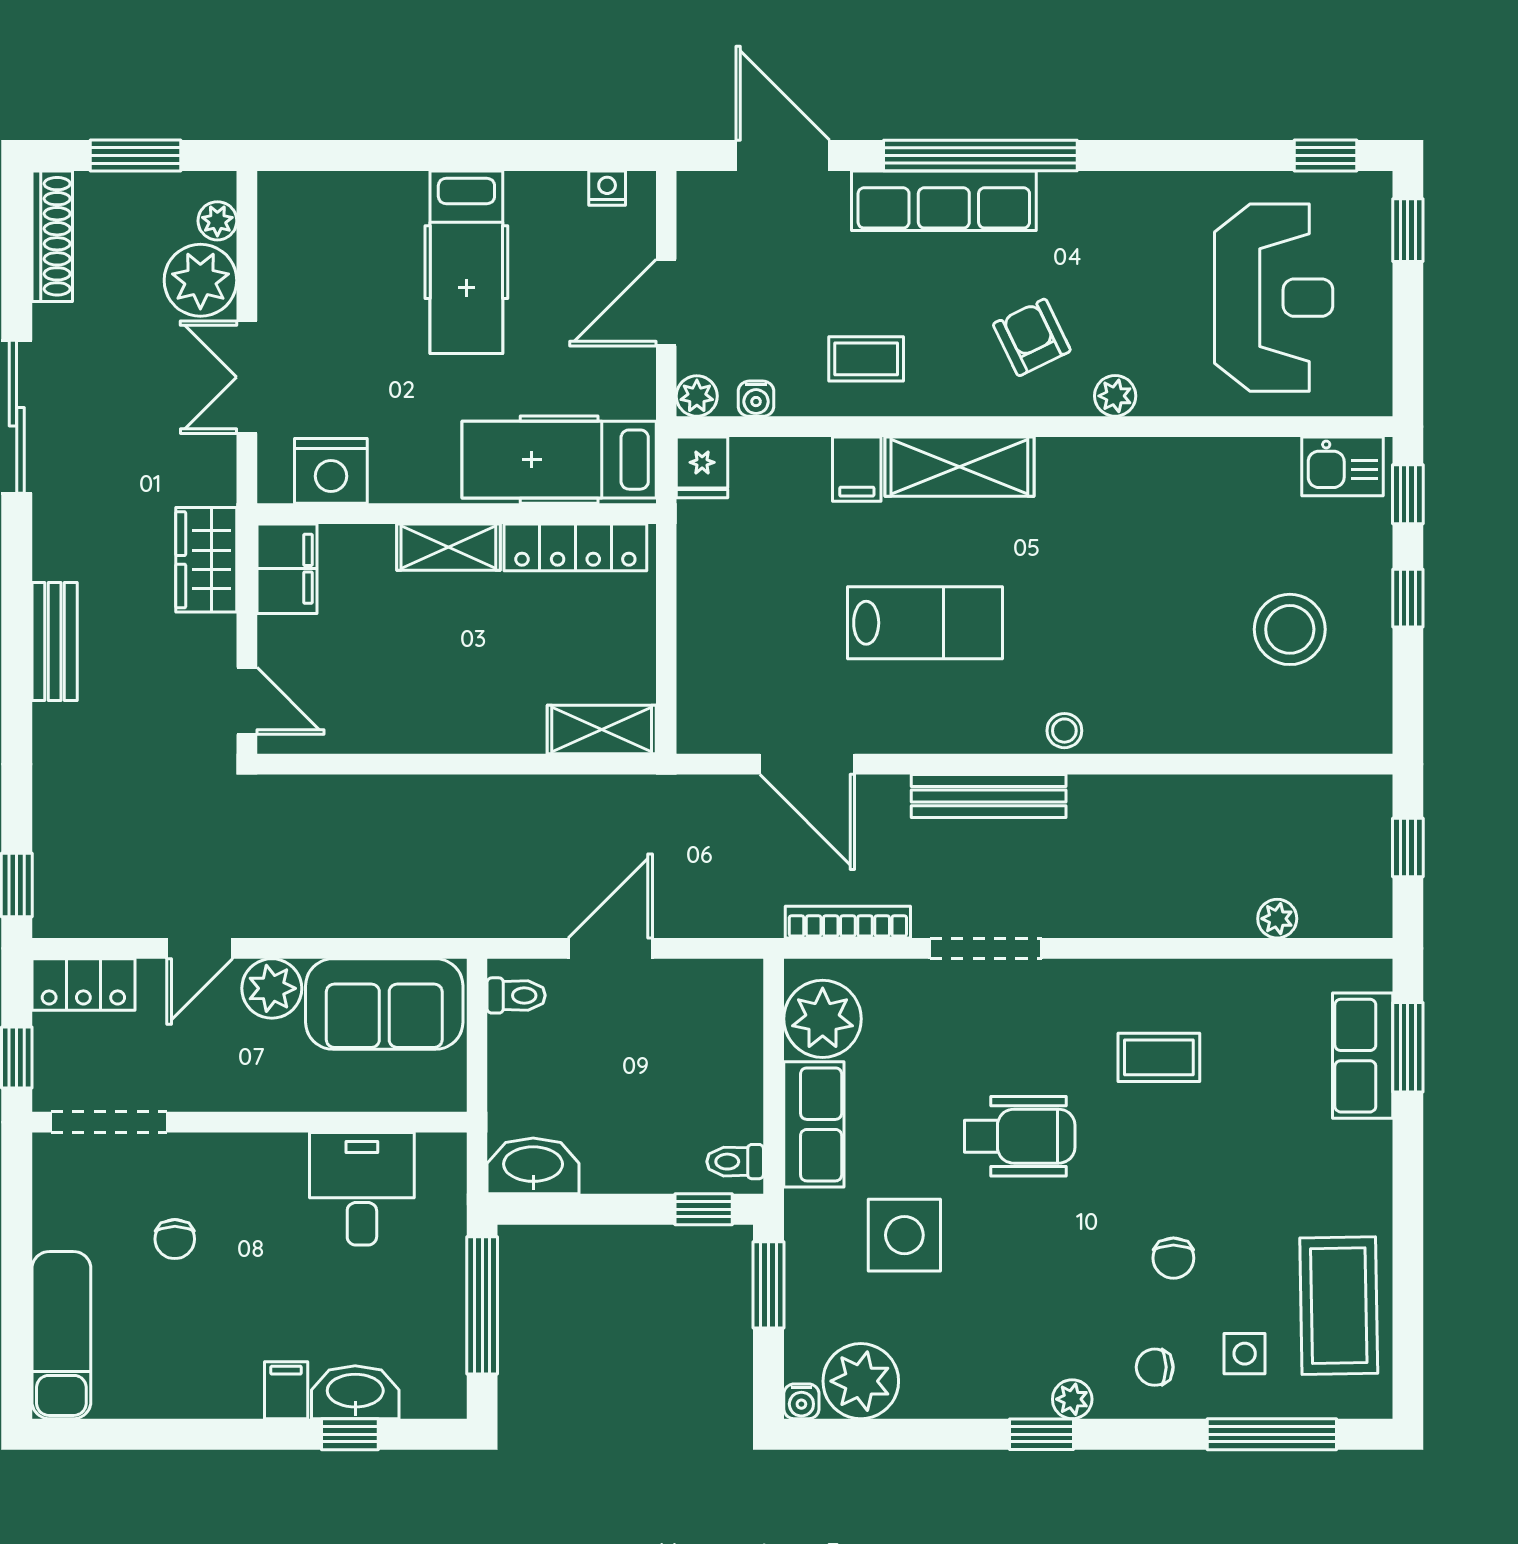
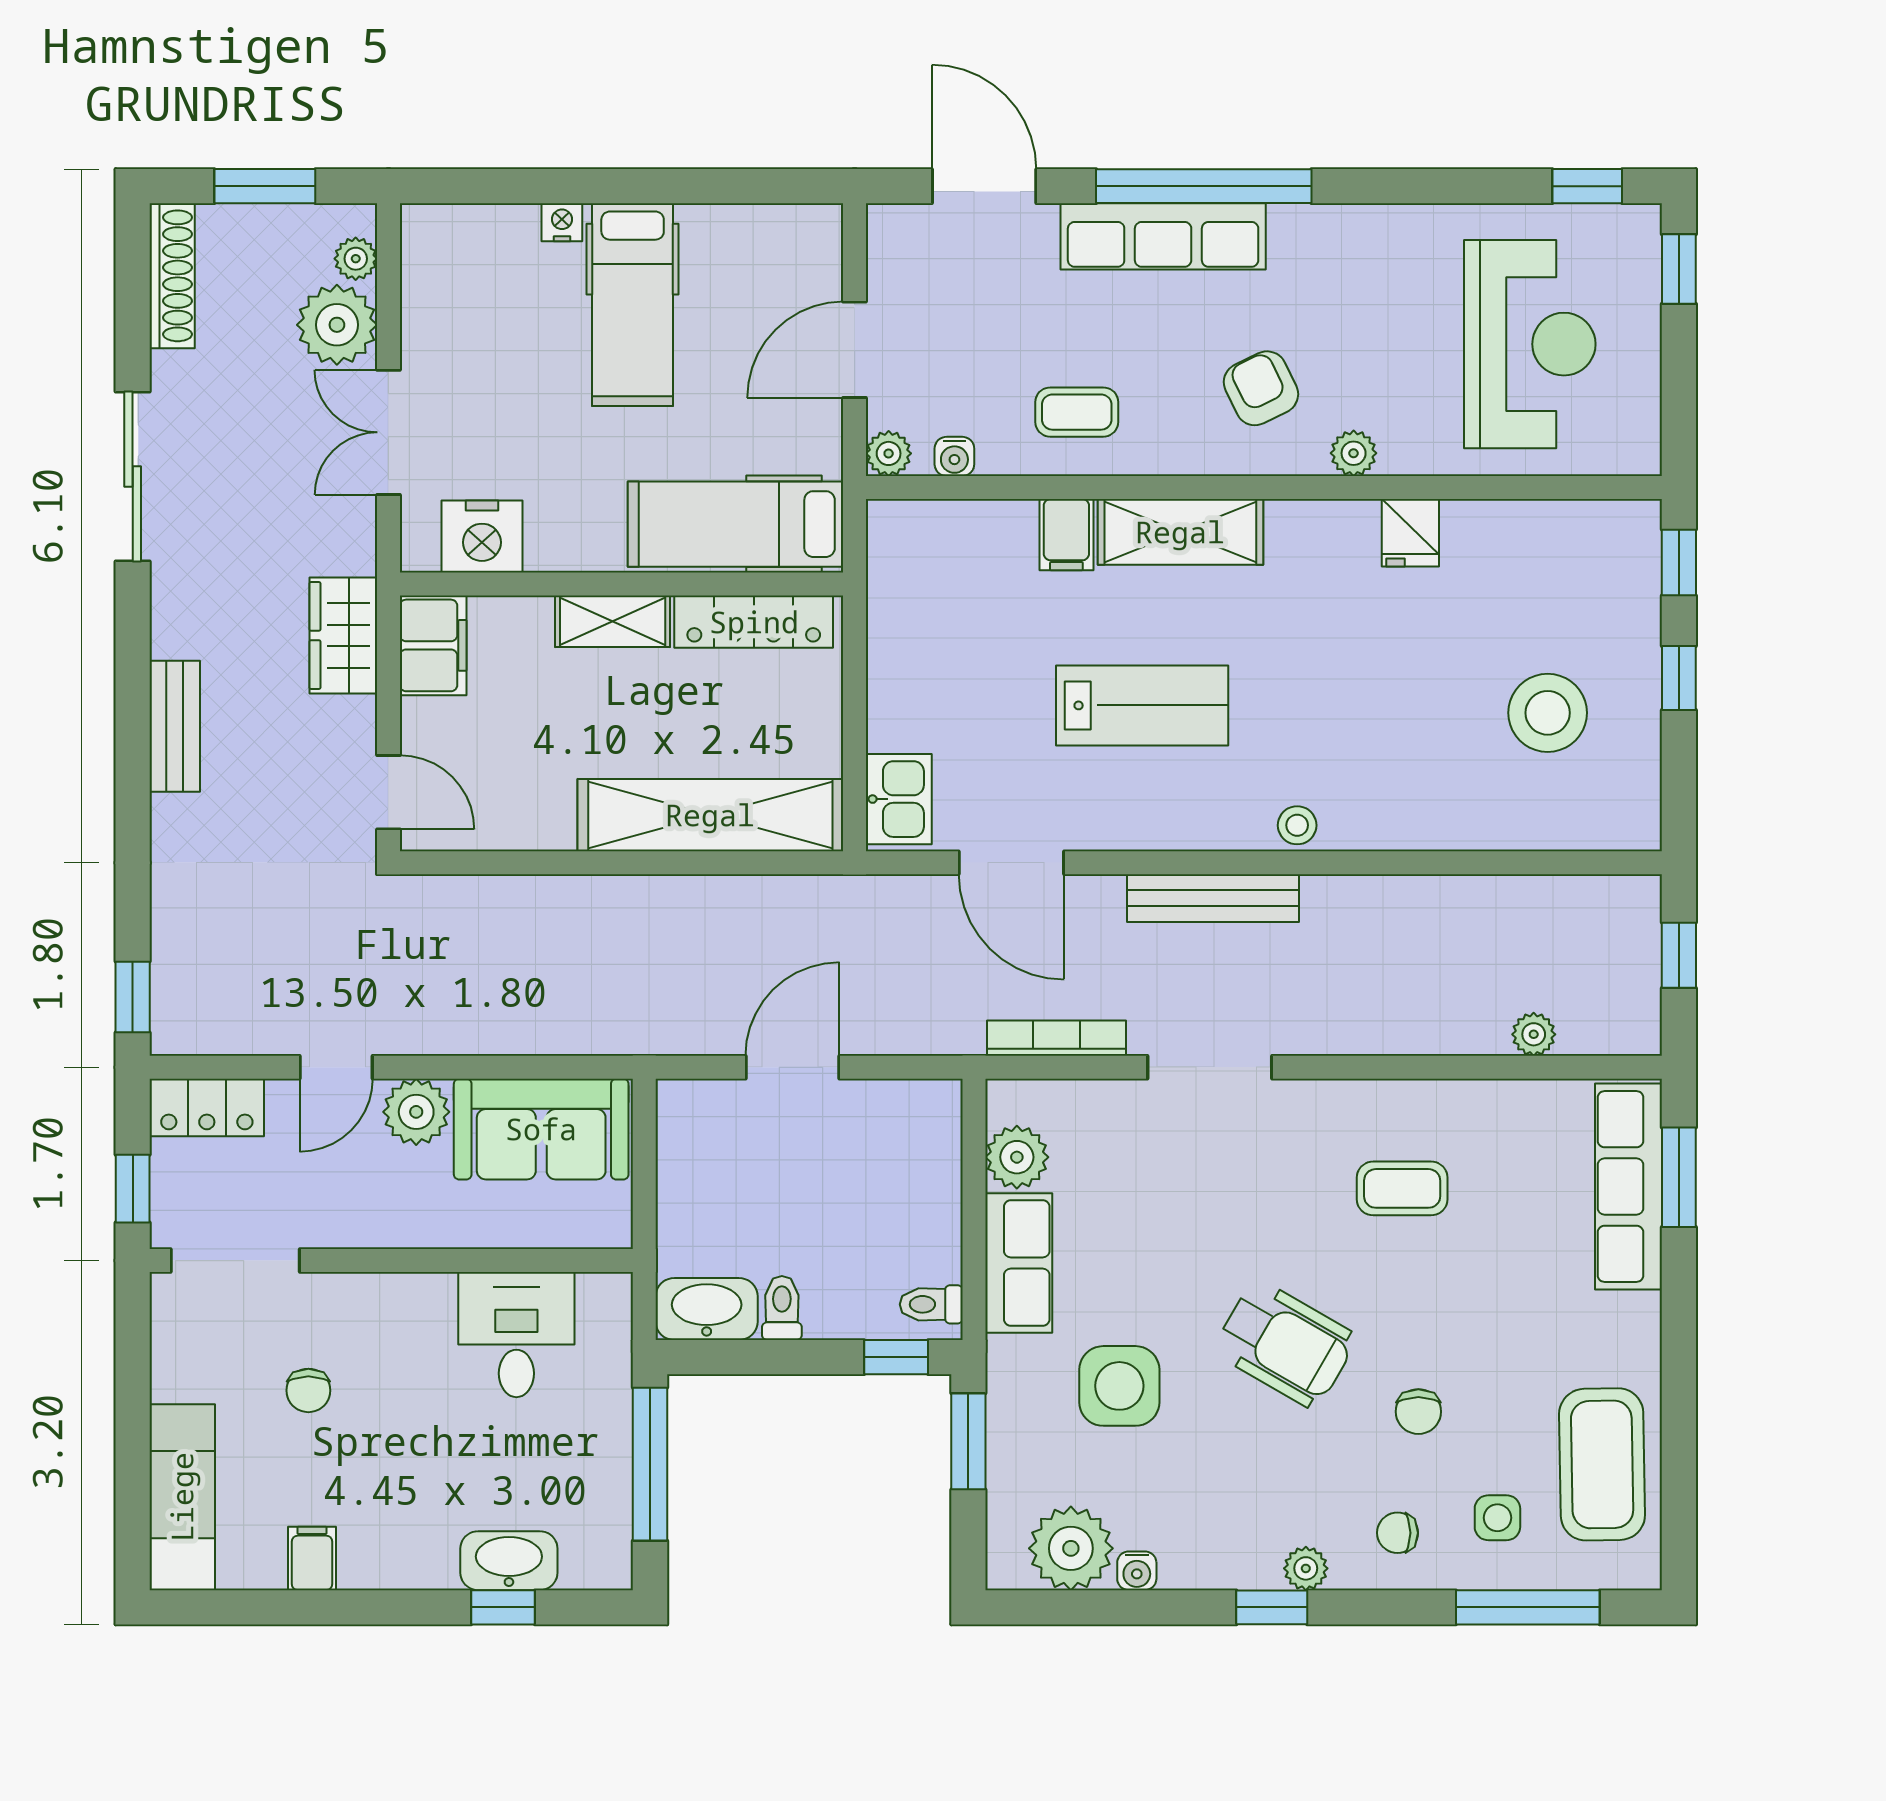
nightstand: (607, 188) -> (562, 222), moved
kitchen sink: (1342, 466) -> (899, 799), moved, turned -90
fridge: (702, 467) -> (1410, 533), moved
shelving: (602, 730) -> (710, 815), width x2.20, depth x1.33
toilet: (516, 995) -> (782, 1308), moved, turned -90
plant: (823, 1019) -> (1017, 1157), width x0.73, depth x0.73
row of seats: (1363, 1056) -> (1628, 1187), width x1.48
wheelchair: (1020, 1136) -> (1285, 1344), moved, turned 30
filing cabinet: (286, 1390) -> (312, 1558), moved
water cooler: (801, 1401) -> (1137, 1571), moved

